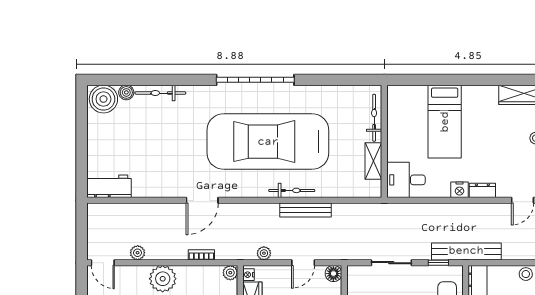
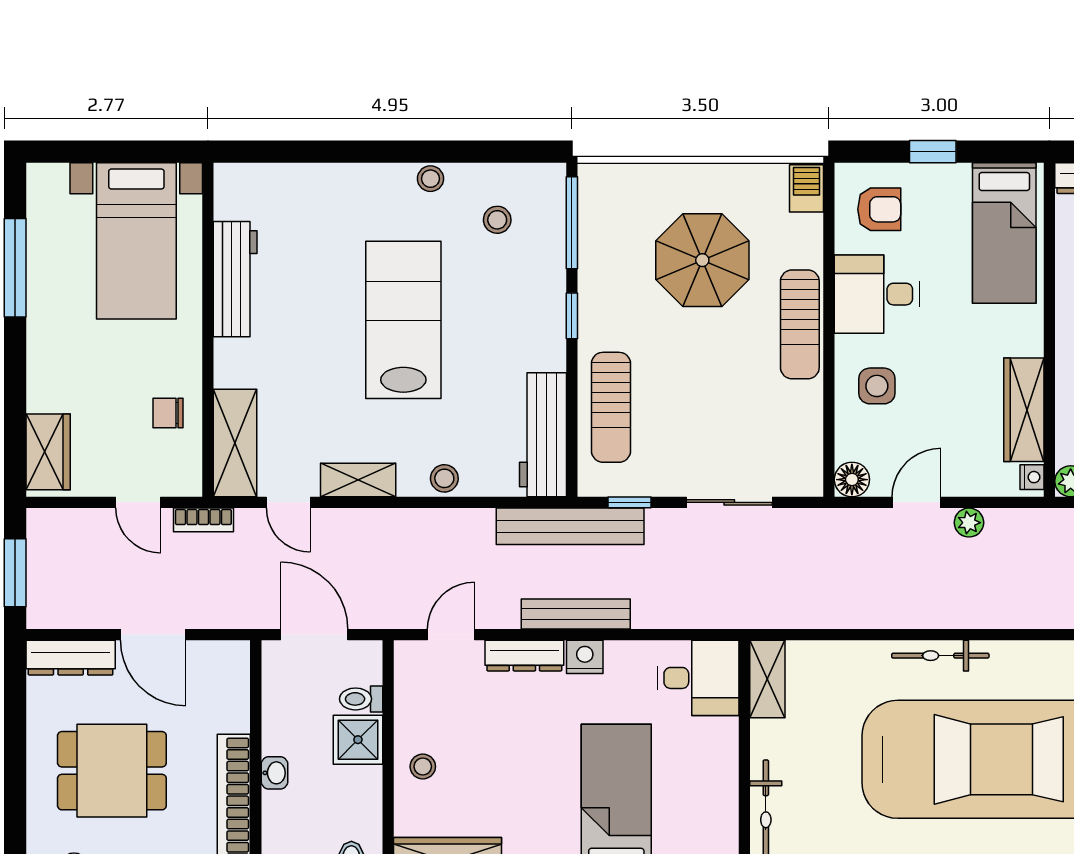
shelving: (373, 161) -> (767, 679), moved
dresser: (482, 190) -> (524, 656), width x1.44
bench: (306, 210) -> (576, 614), moved
plant: (264, 253) -> (969, 523), moved

